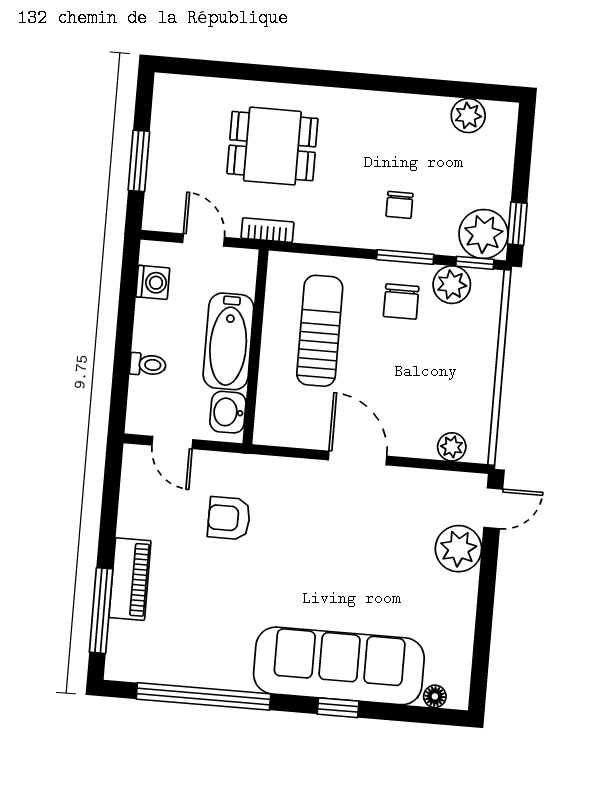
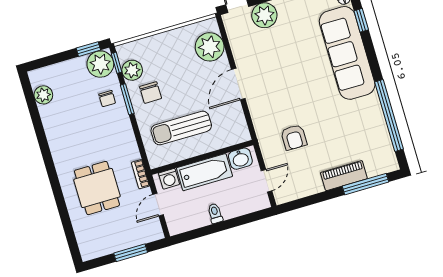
chair: (399, 205) -> (107, 99), moved, turned 90
washing machine: (153, 282) -> (169, 179), moved, turned 180
chair: (401, 302) -> (151, 93), turned 90
toilet: (148, 365) -> (215, 213), moved
plant: (452, 447) -> (210, 47), width x1.87, depth x1.87
window: (338, 708) -> (361, 20), moved

